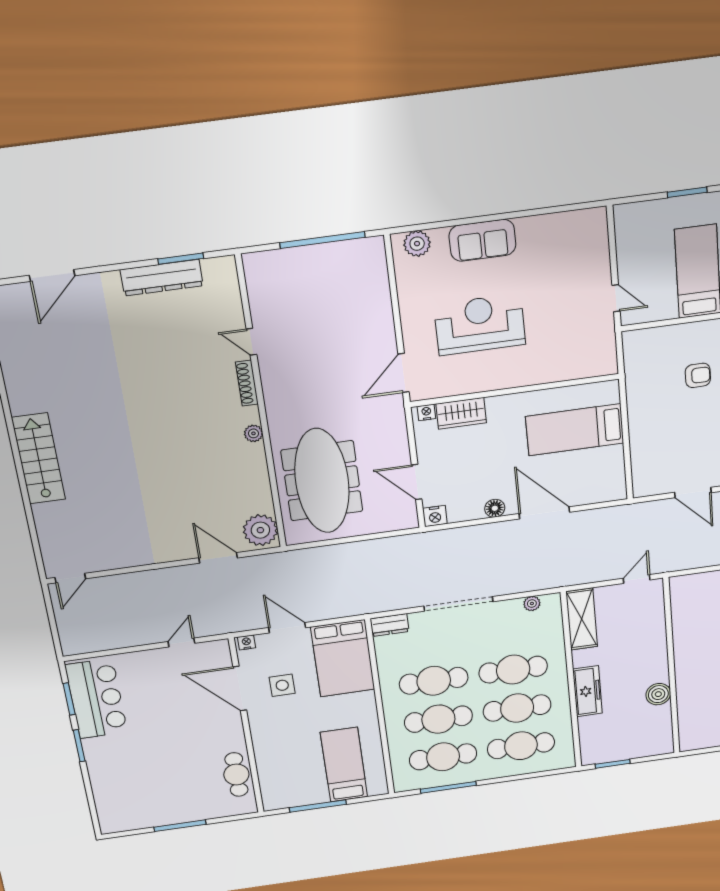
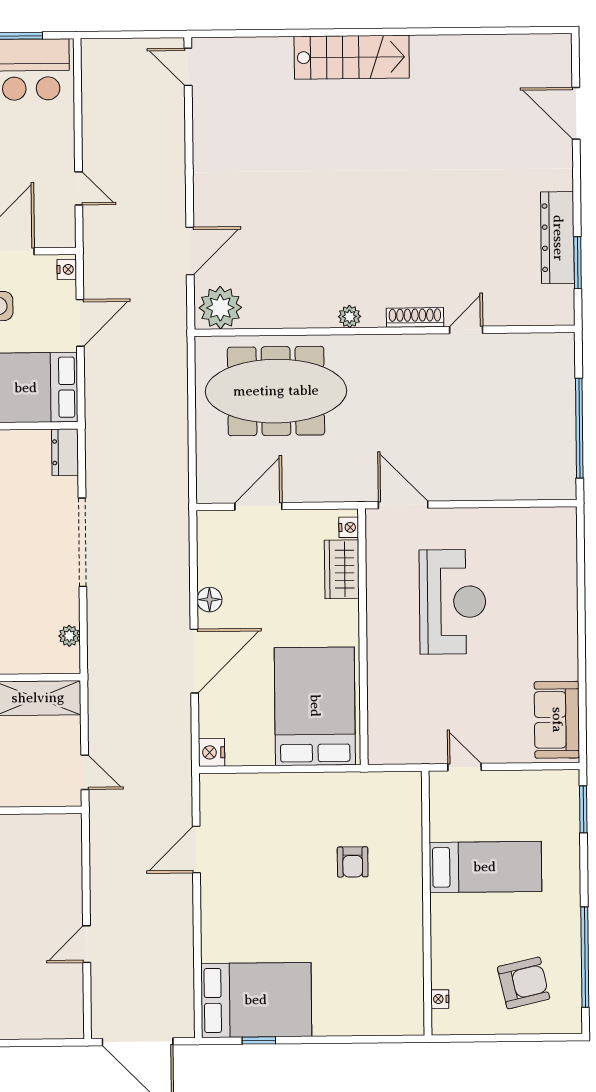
window: (687, 192) -> (583, 809), moved
sofa: (482, 240) -> (557, 720), moved
plant: (417, 244) -> (561, 537), removed
door: (616, 298) -> (465, 767), swing flipped
bed: (575, 430) -> (315, 706), width x1.50
nightstand: (435, 516) -> (212, 752), moved

